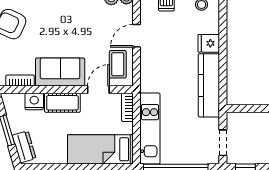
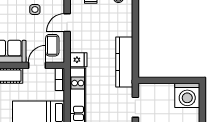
side table: (96, 19) -> (35, 9), added
fridge: (209, 43) -> (78, 60), moved, turned 180

